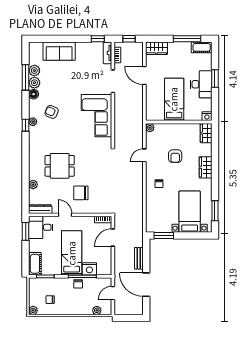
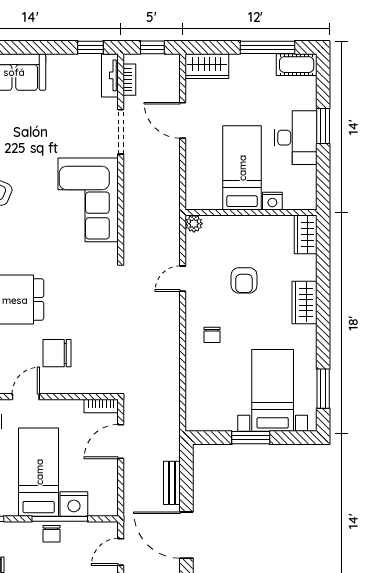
nightstand: (207, 116) -> (272, 201), moved
door: (65, 215) -> (26, 397), hinge flipped
window: (164, 235) -> (251, 438), moved

